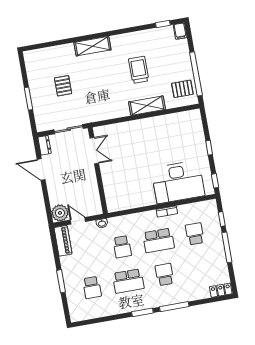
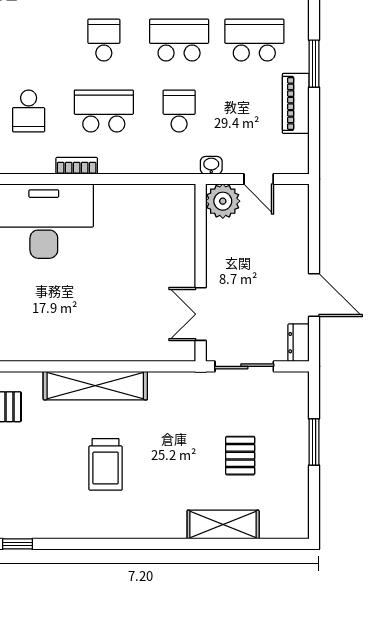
shelving: (92, 46) -> (223, 525), moved
trolley: (139, 70) -> (106, 464), moved
shelving: (147, 106) -> (95, 386), width x1.47
plant: (60, 213) -> (223, 201), moved
piano: (63, 241) -> (296, 103), moved
school desk: (165, 275) -> (104, 40), turned 180
school desk: (92, 287) -> (254, 40), width x1.85

